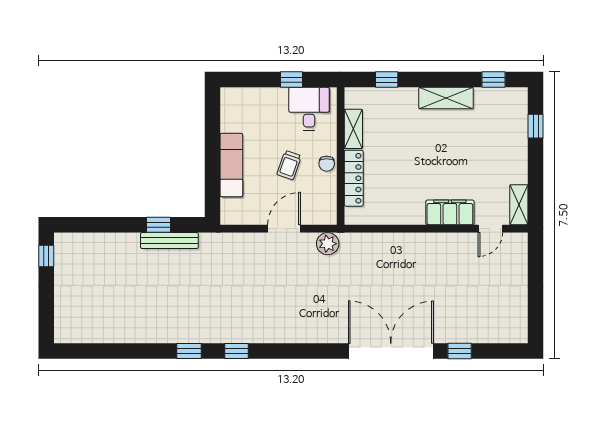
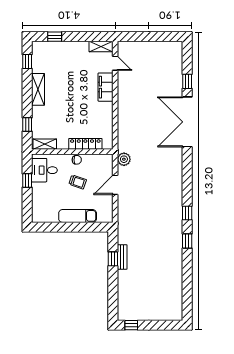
shelving: (353, 129) -> (45, 144), moved
door: (284, 229) -> (115, 185), hinge flipped
bench: (169, 241) -> (122, 257), width x0.73

